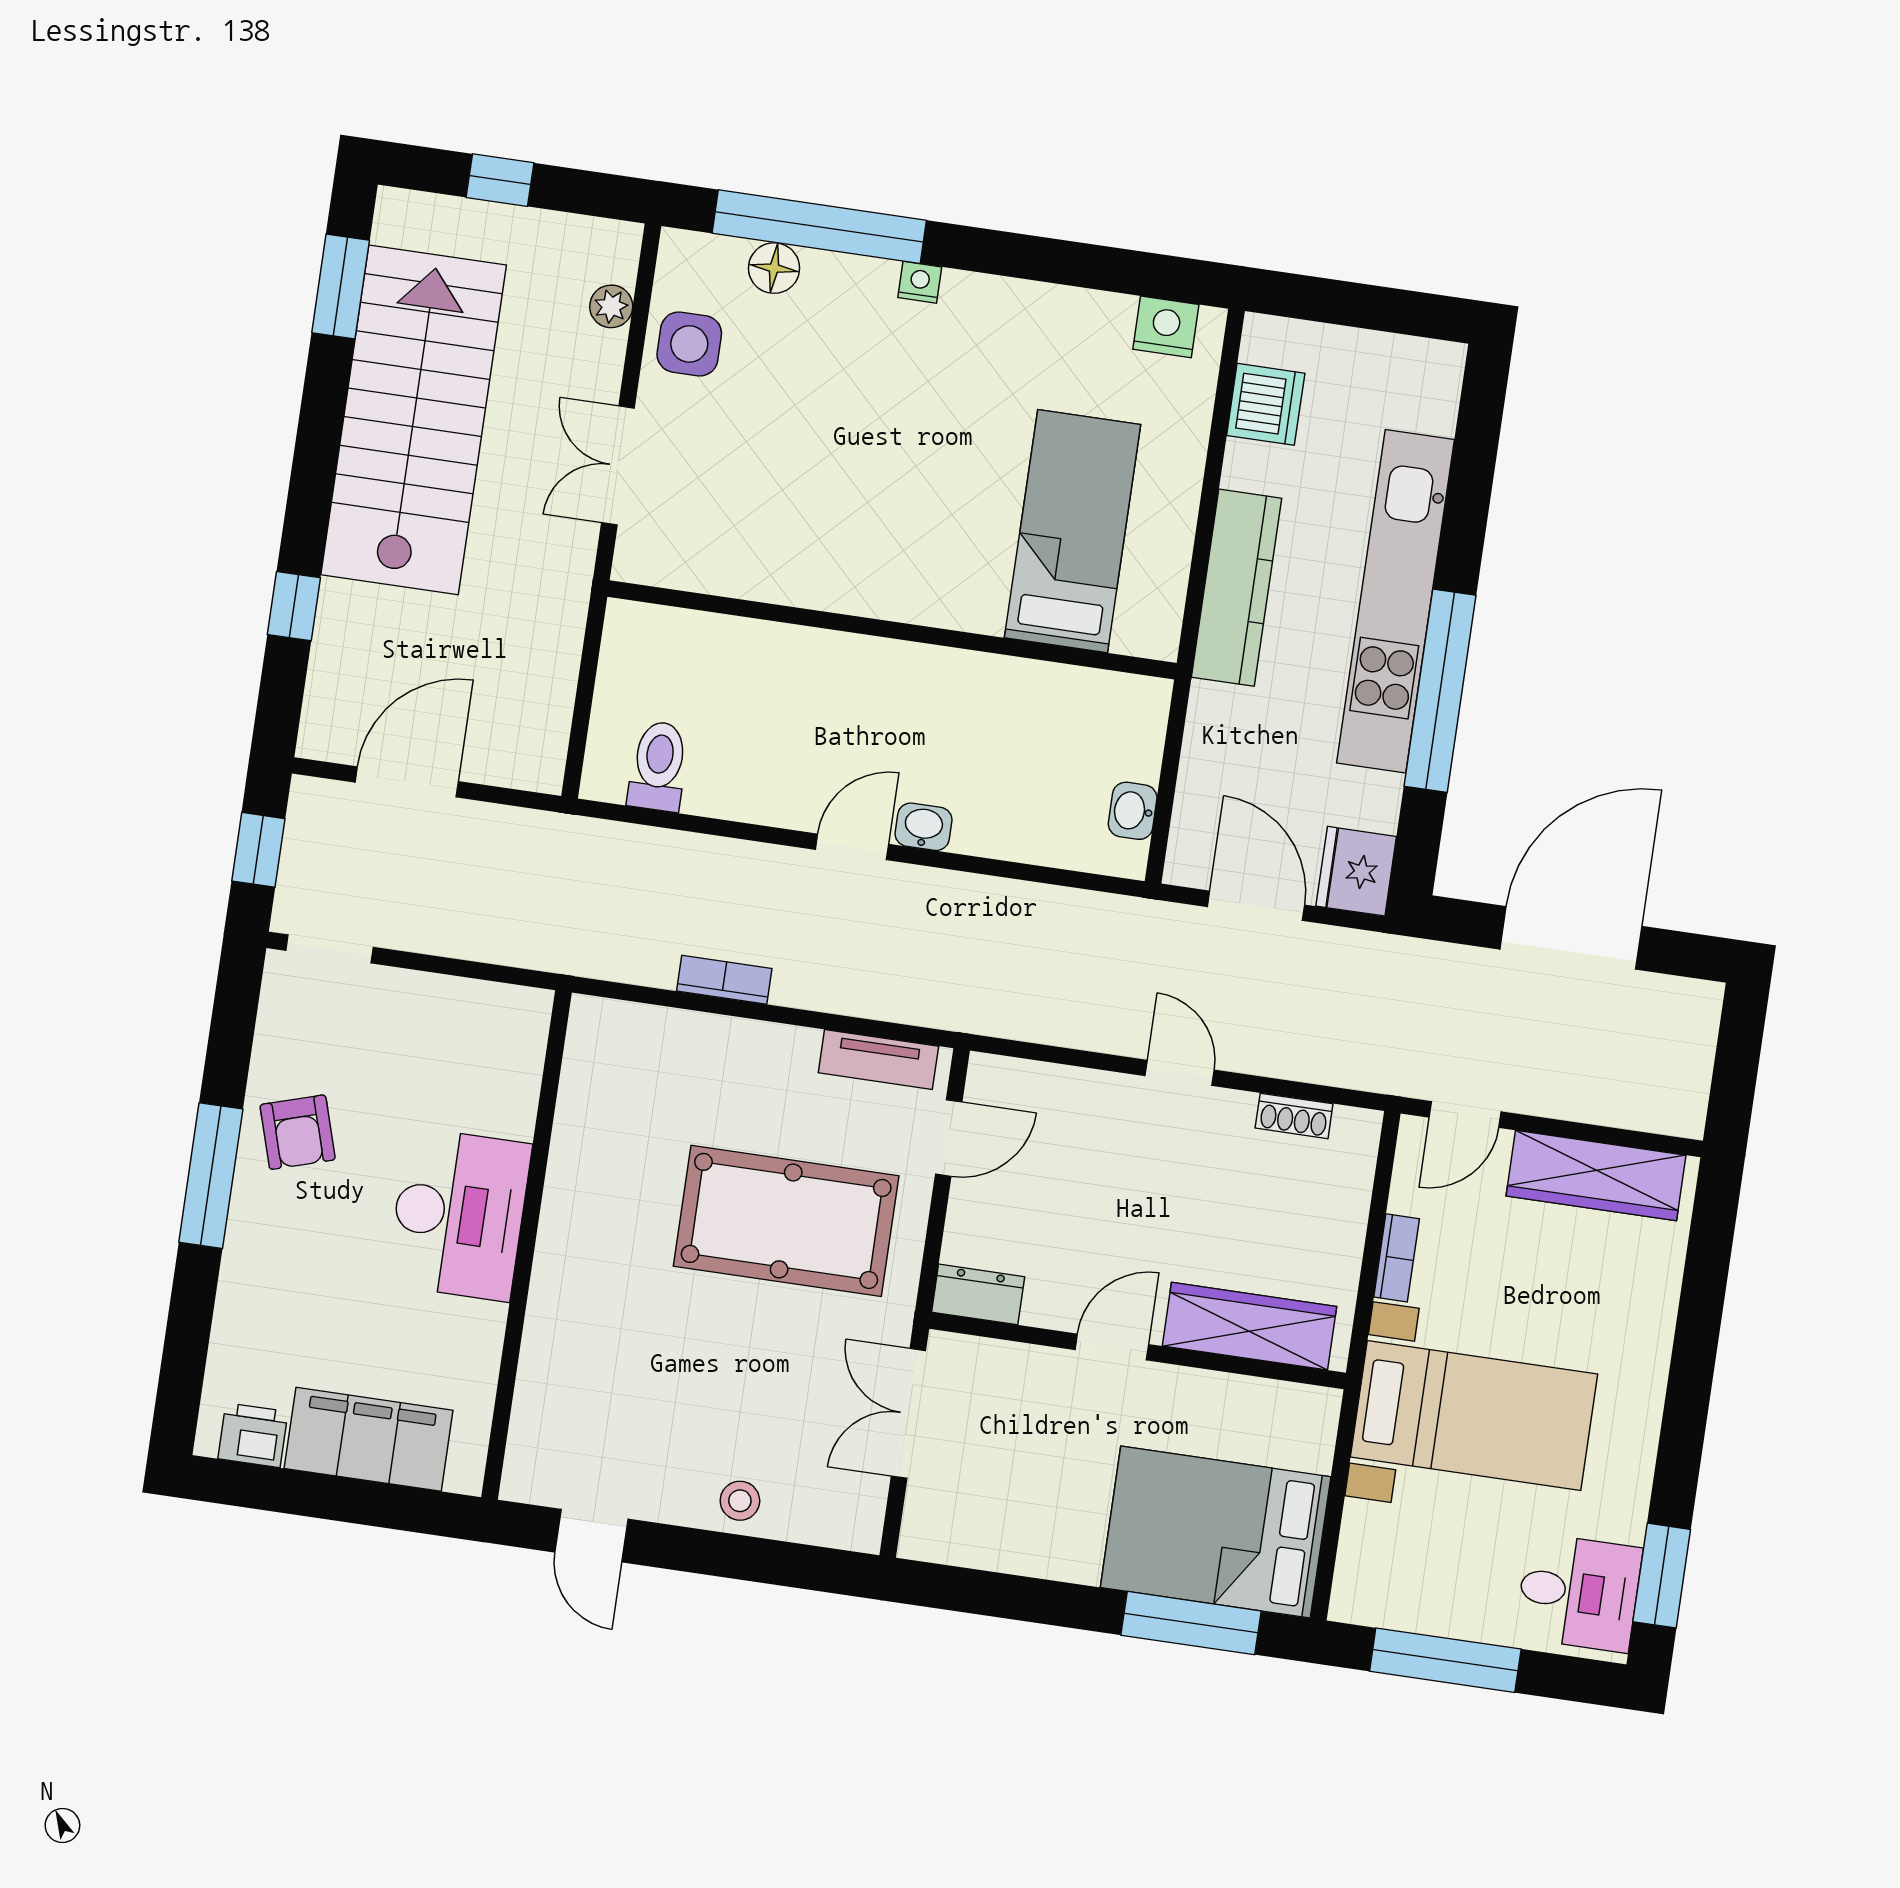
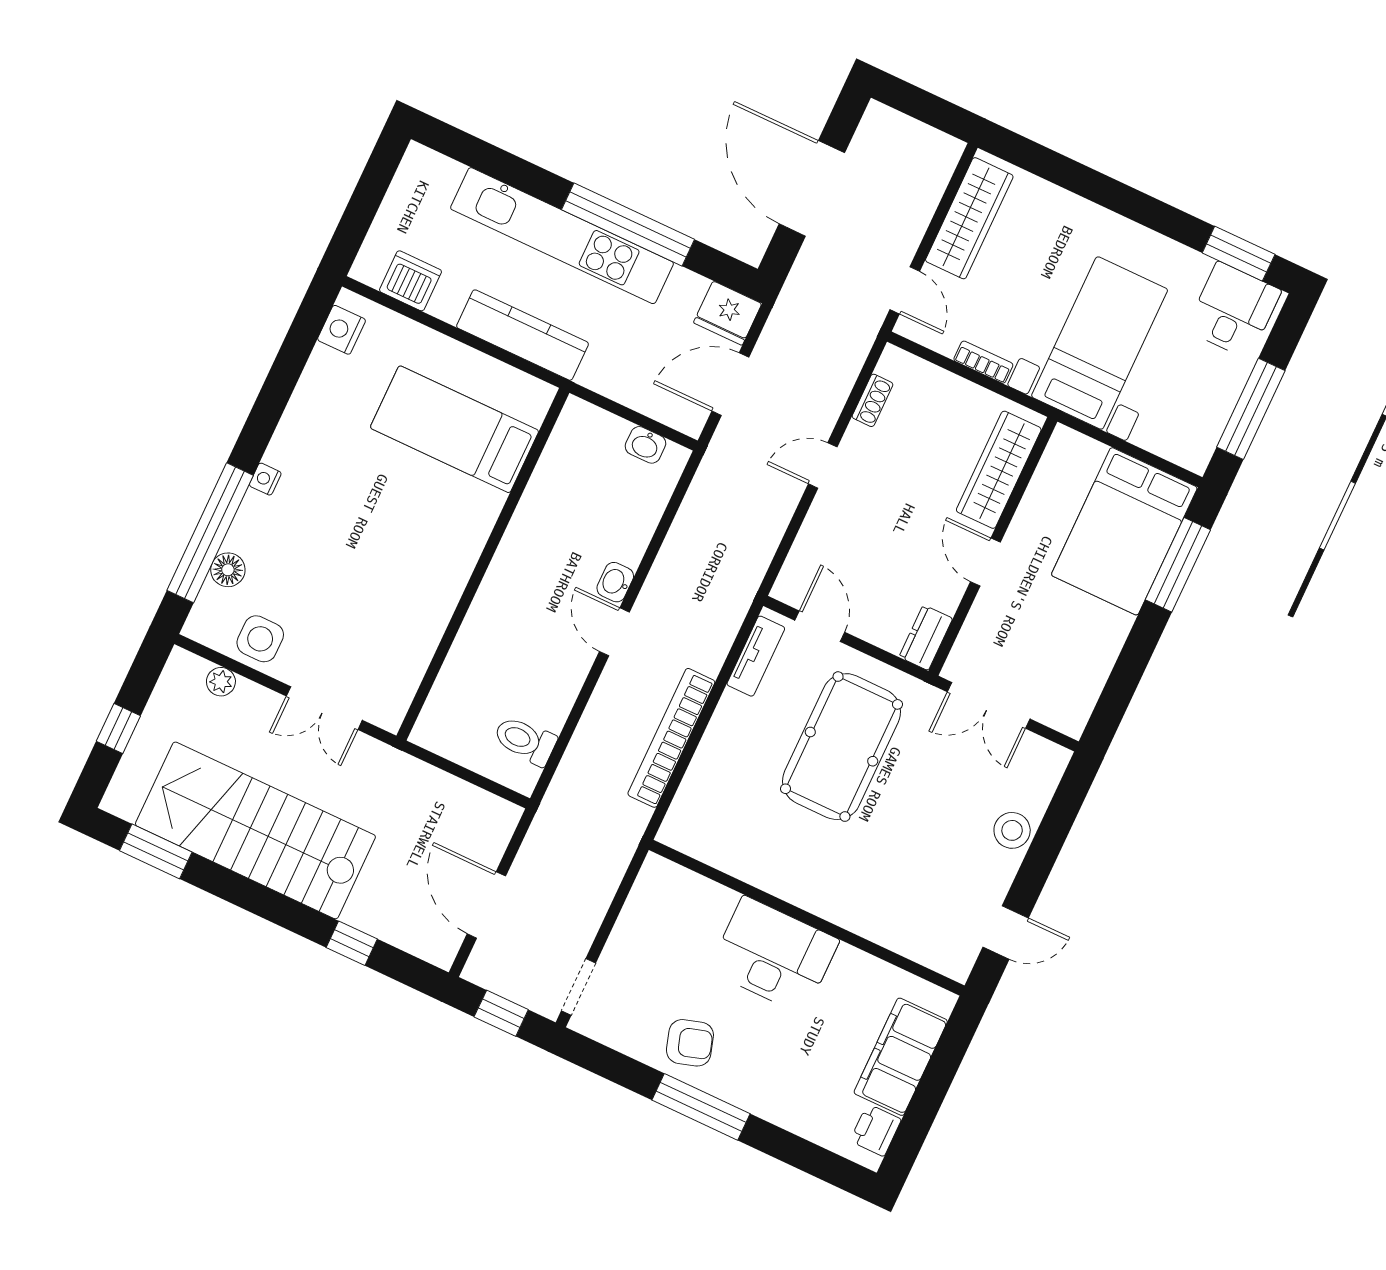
bookcase: (724, 980) -> (671, 738), width x2.31, depth x1.31
stool: (740, 1501) -> (1012, 830), width x1.37, depth x1.37

